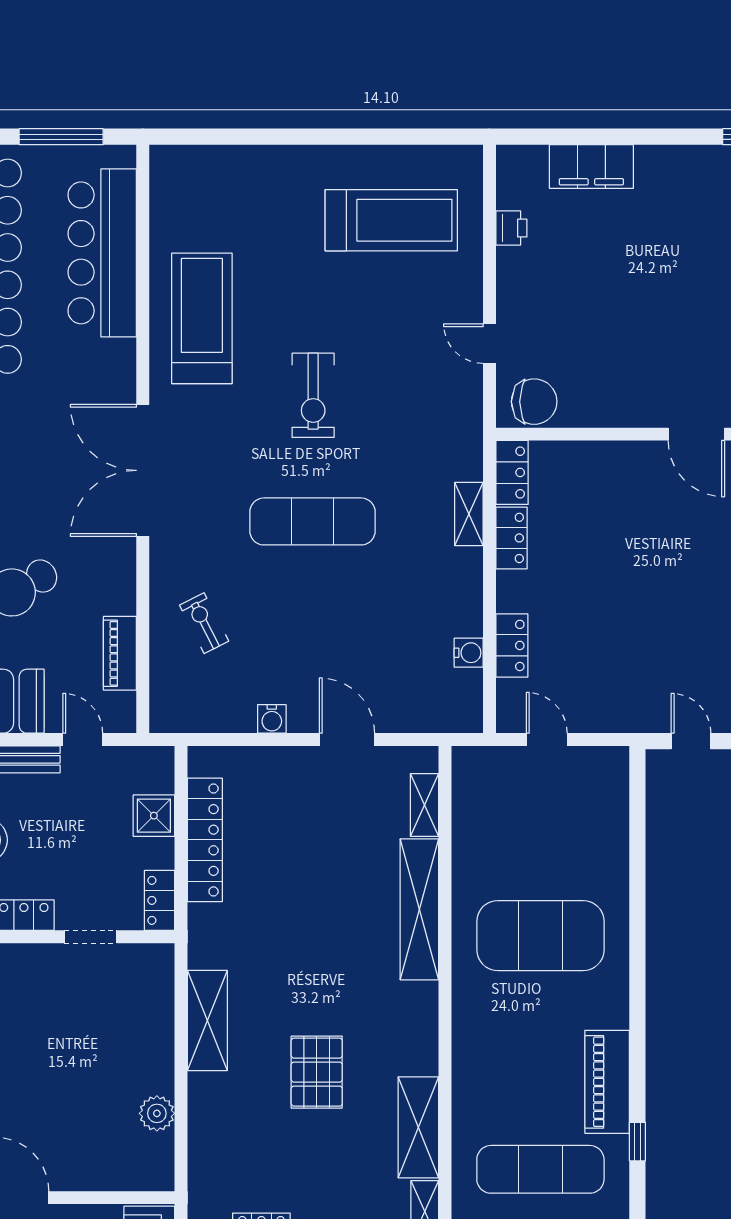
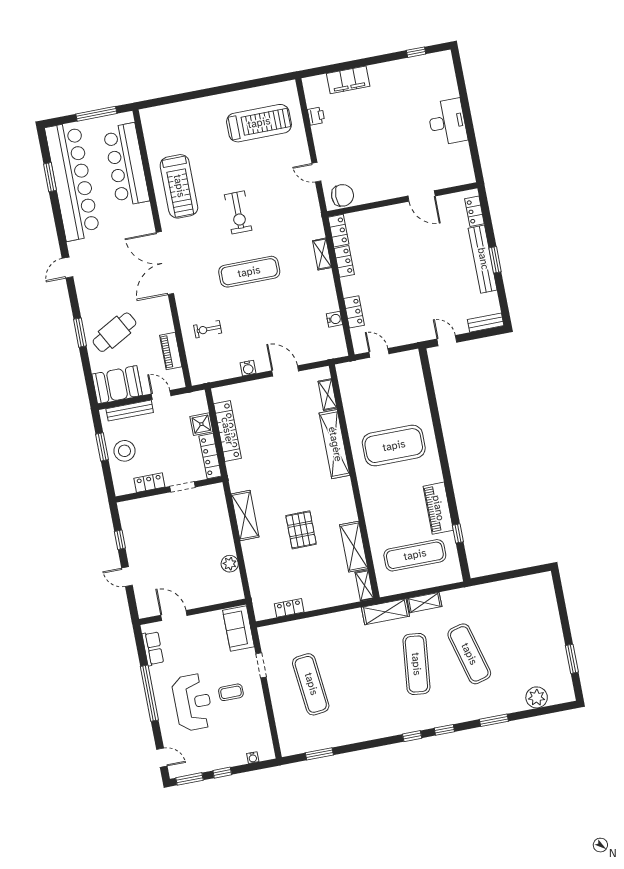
treadmill: (202, 318) -> (179, 186), turned 180
exercise bike: (204, 623) -> (208, 329), turned -63
locker: (159, 900) -> (210, 456), width x1.53

